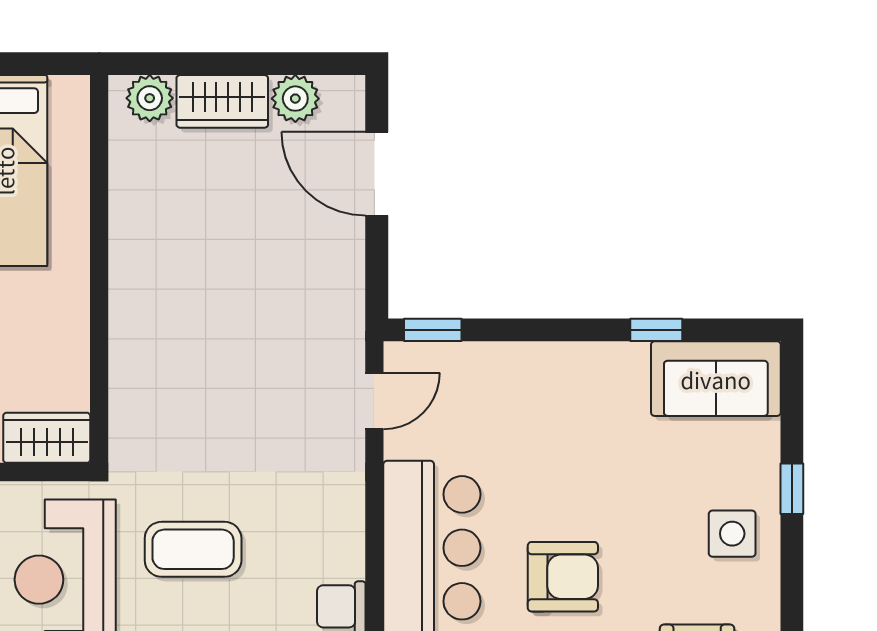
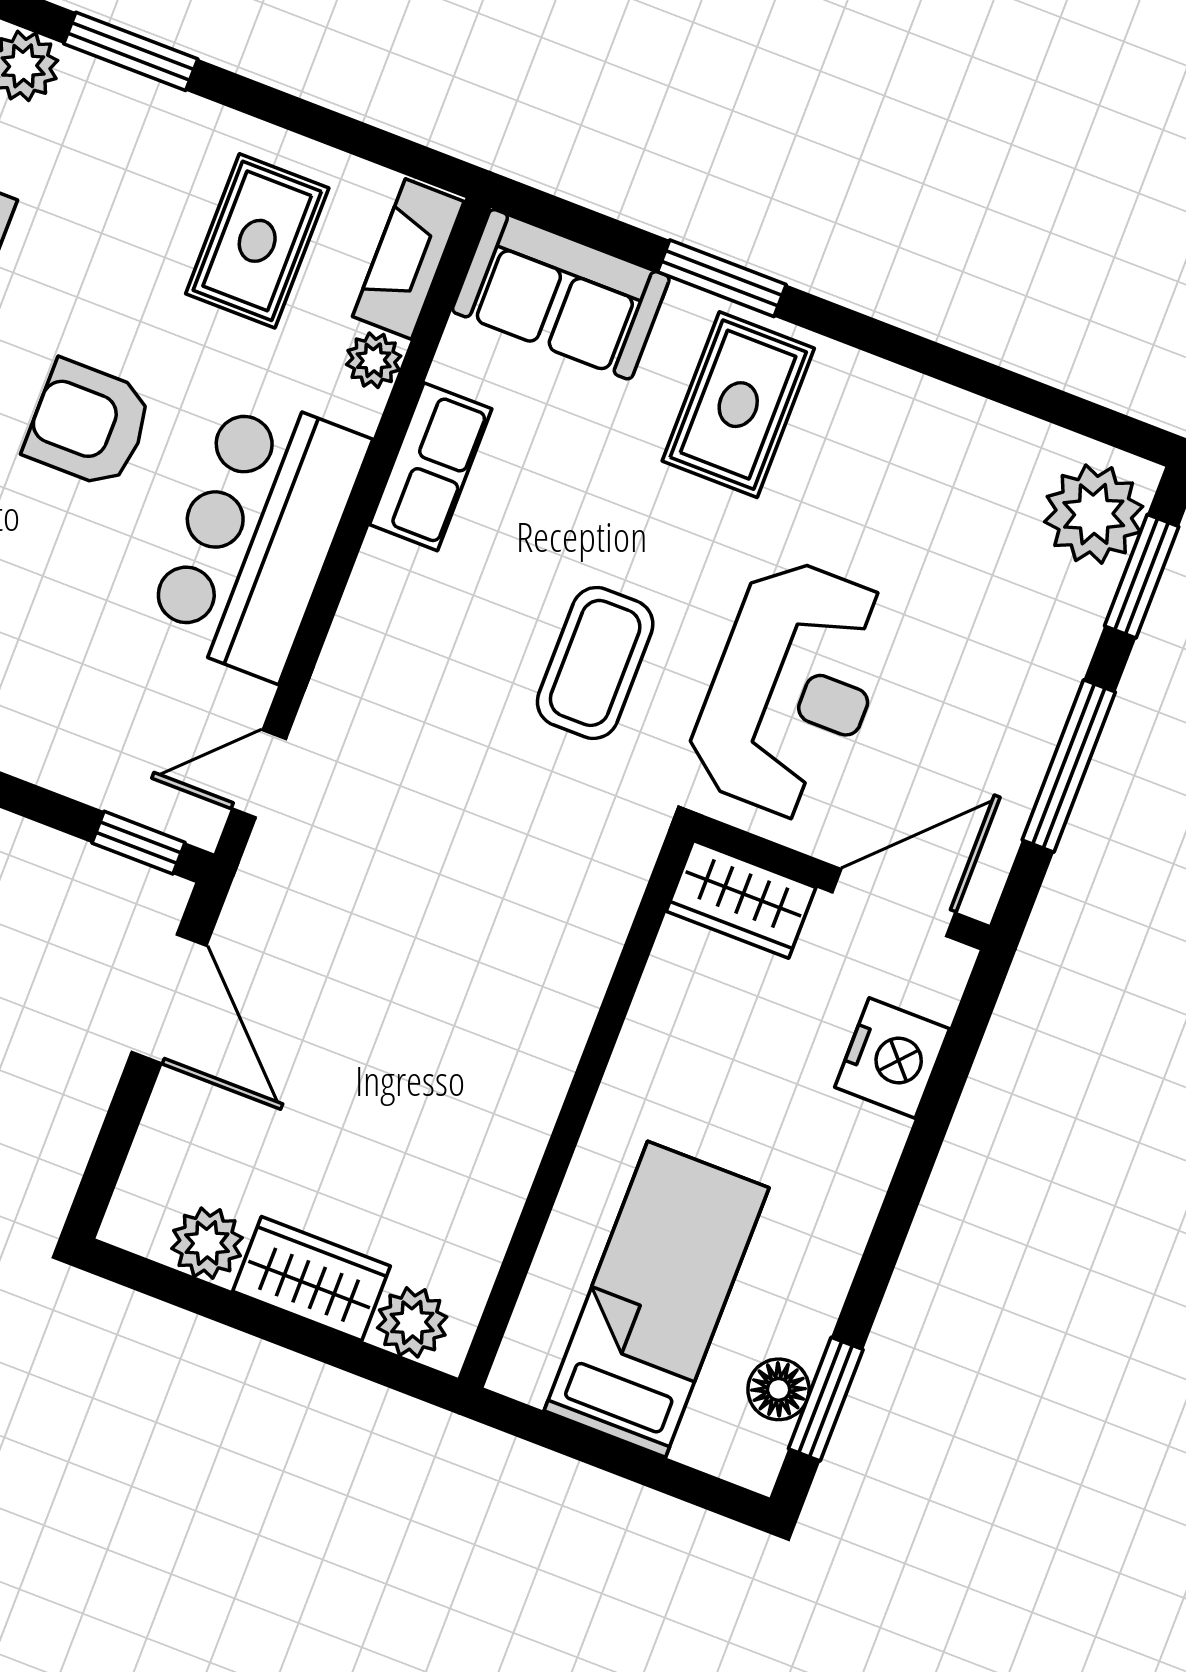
door: (377, 174) -> (169, 999), moved
coffee table: (193, 549) -> (595, 663), turned 90

